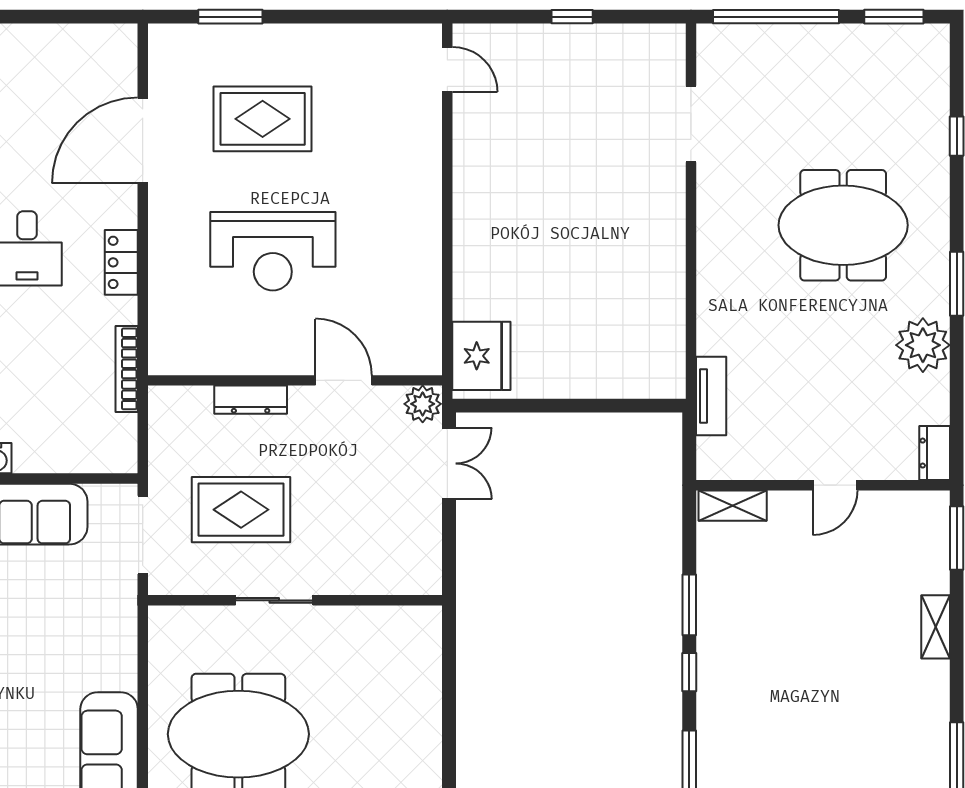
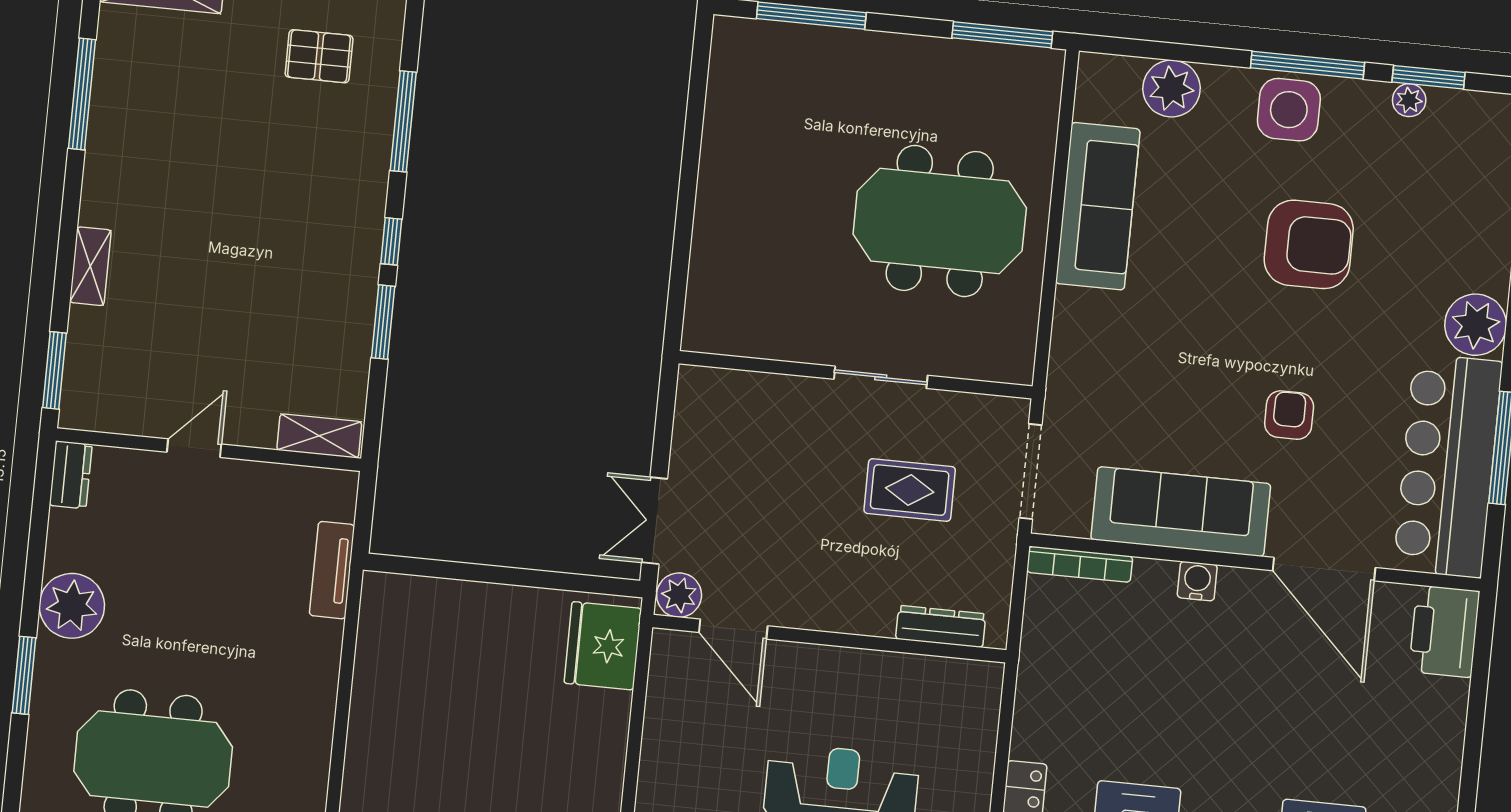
bookcase: (127, 369) -> (1080, 564), moved, turned 90
door: (344, 380) -> (733, 629), moved
dresser: (251, 400) -> (941, 626), moved
rug: (241, 510) -> (910, 490), width x0.73, depth x0.70

